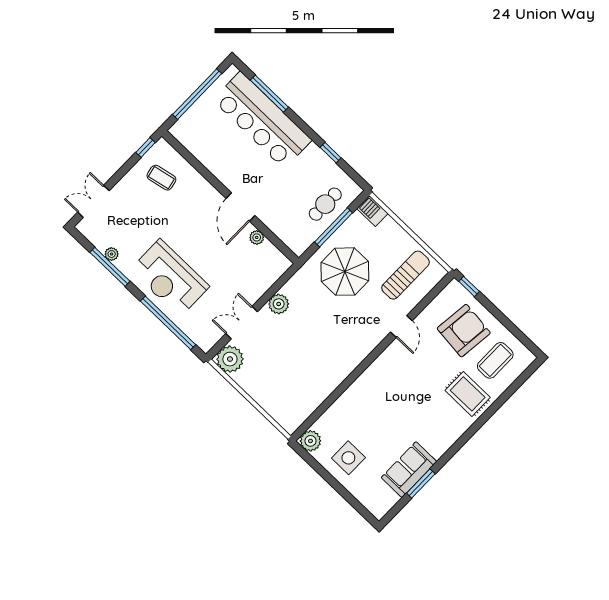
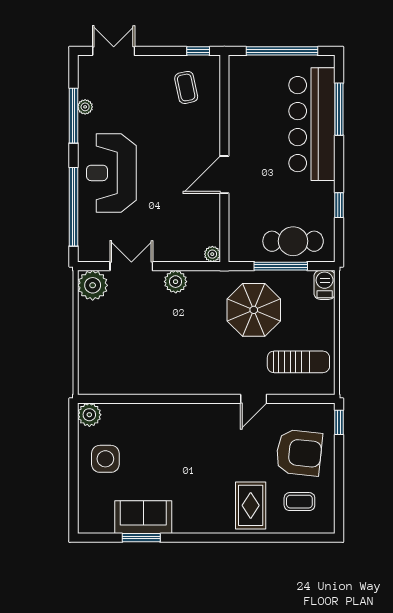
cafe table: (325, 204) -> (293, 241), width x1.37, depth x1.35
plant: (257, 237) -> (212, 254), moved
coffee table: (495, 360) -> (299, 502), width x0.73, depth x0.77

